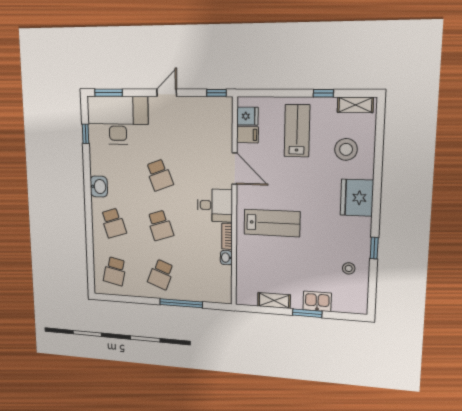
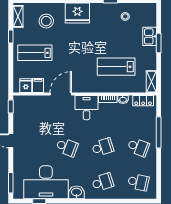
desk: (118, 120) -> (46, 182), moved, turned -90
school desk: (159, 175) -> (67, 147), turned 42
lab bench: (272, 223) -> (116, 67), moved, turned -90
locker: (225, 285) -> (143, 101), added
shelving: (274, 301) -> (151, 82), moved

